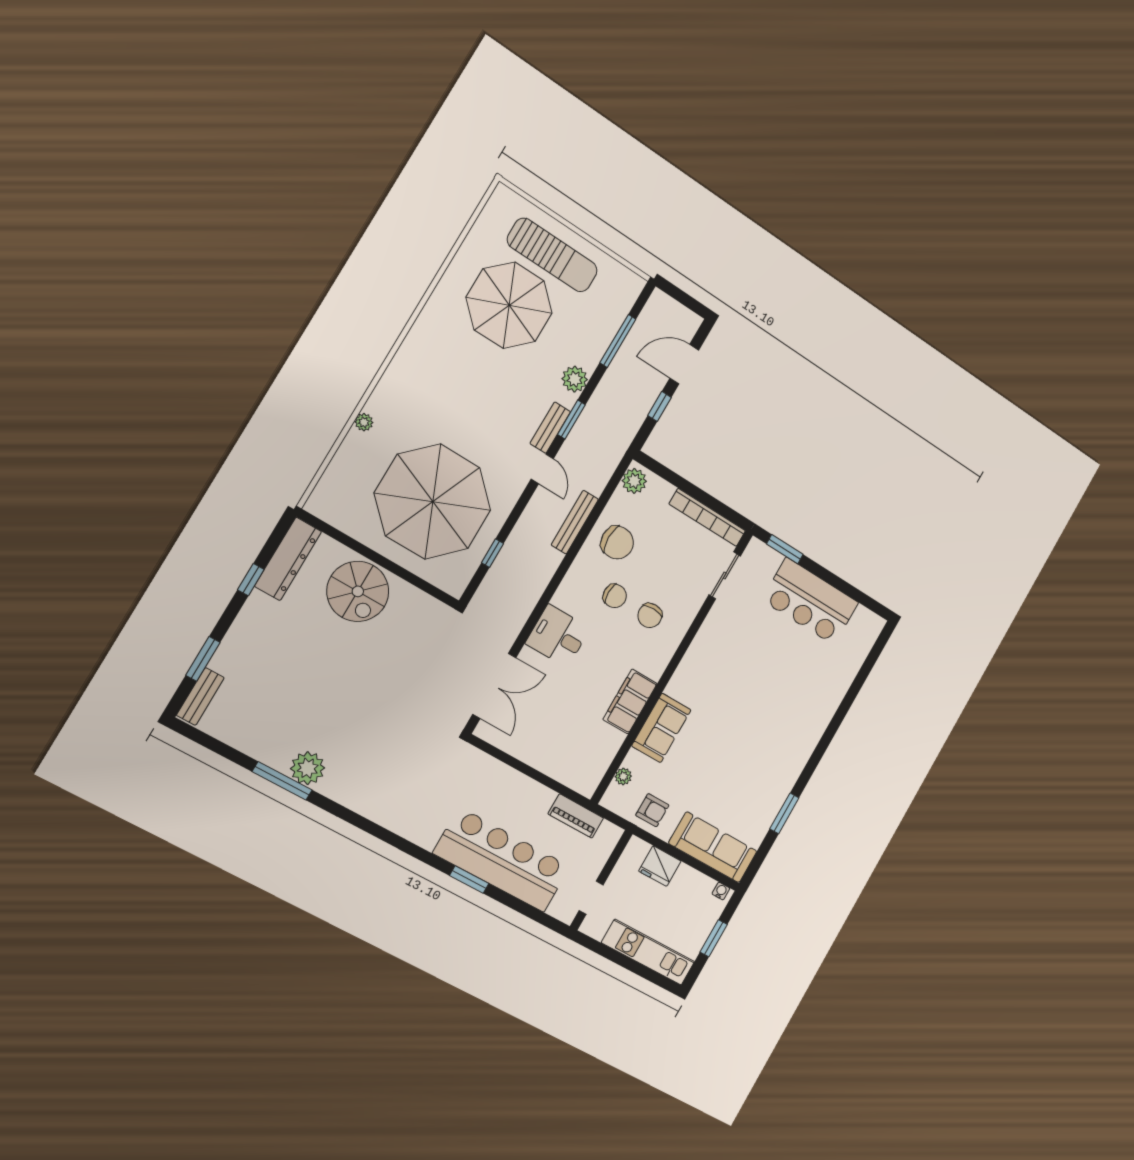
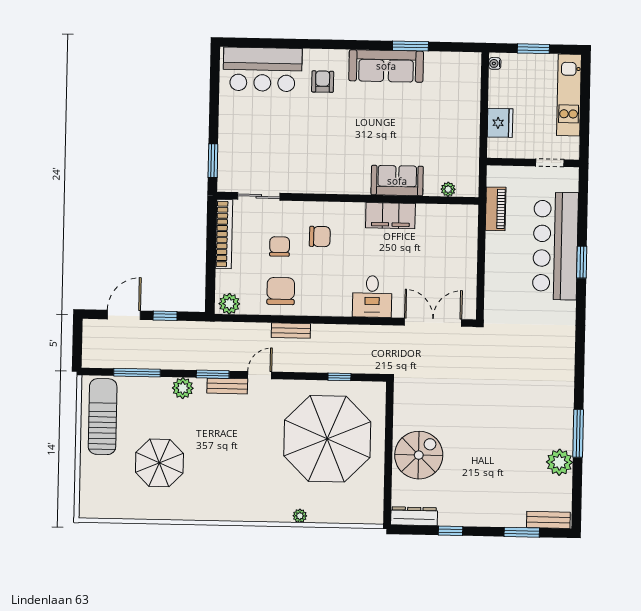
sun lounger: (552, 255) -> (103, 417), moved
parasol: (509, 305) -> (159, 463), width x0.73, depth x0.73
door: (684, 364) -> (124, 315), swing flipped
bench: (575, 522) -> (291, 331), width x0.73
dresser: (288, 559) -> (414, 516), width x0.73, depth x0.80
chair: (615, 596) -> (280, 247), moved
bar counter: (810, 601) -> (263, 69), moved, turned 90
plant: (308, 768) -> (559, 462), moved
armchair: (652, 810) -> (323, 82), moved
sofa: (713, 847) -> (386, 66), moved, turned -90

